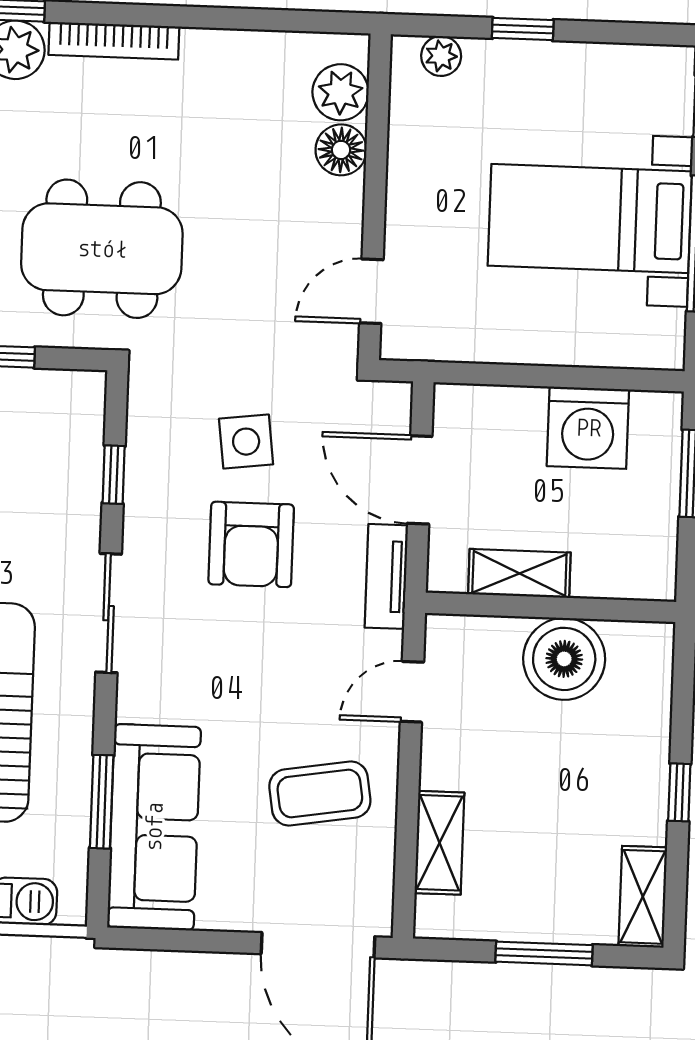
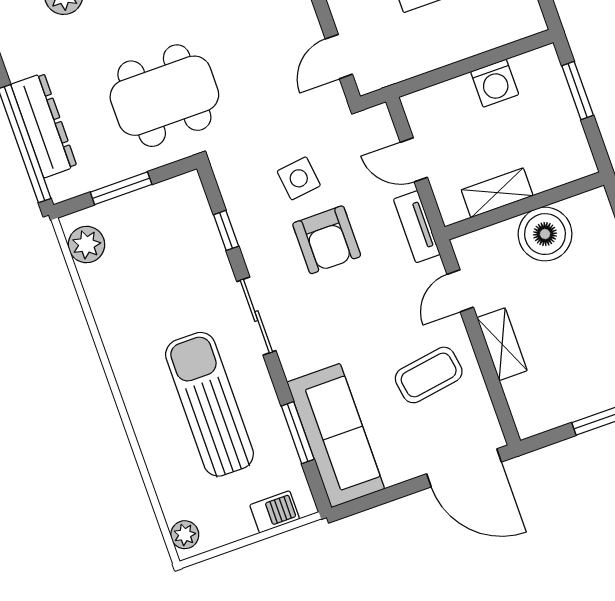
washing machine: (588, 428) -> (495, 83), width x0.73, depth x0.73
door: (420, 480) -> (414, 160), width x0.73
shelving: (439, 843) -> (502, 344), moved

